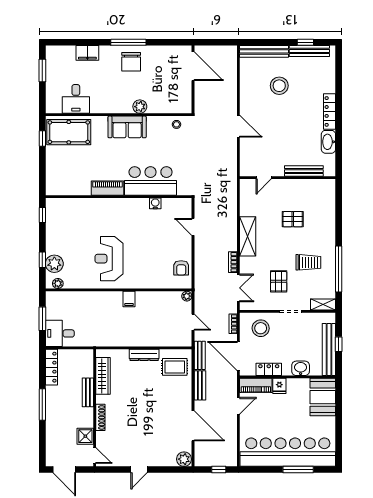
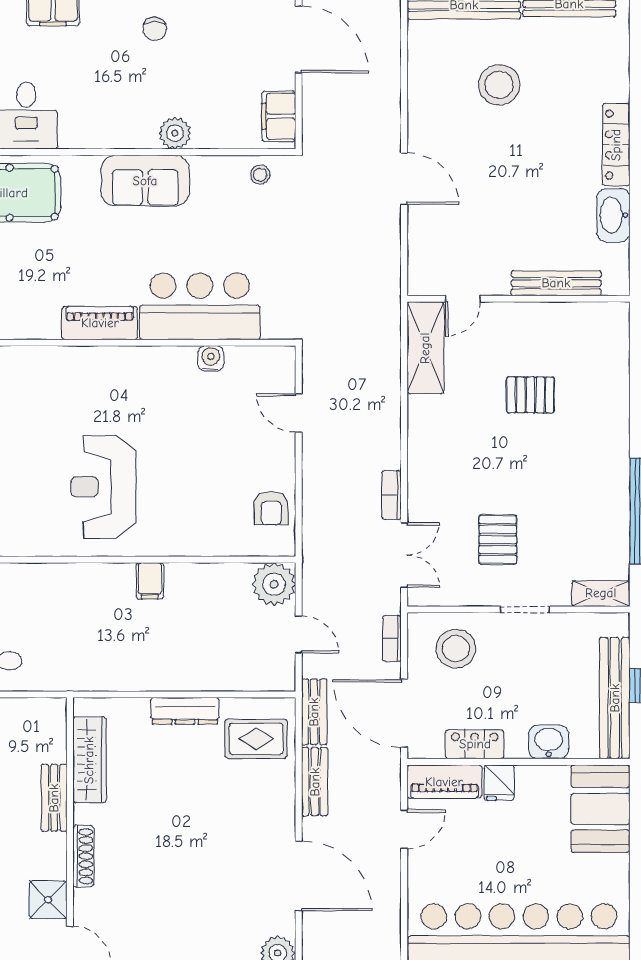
chair: (131, 62) -> (155, 29), width x0.54, depth x0.54
filing cabinet: (184, 99) -> (279, 116), added
shelving: (248, 236) -> (425, 348), moved
trolley: (308, 262) -> (567, 495), removed
plant: (187, 296) -> (274, 584), width x1.88, depth x1.88

